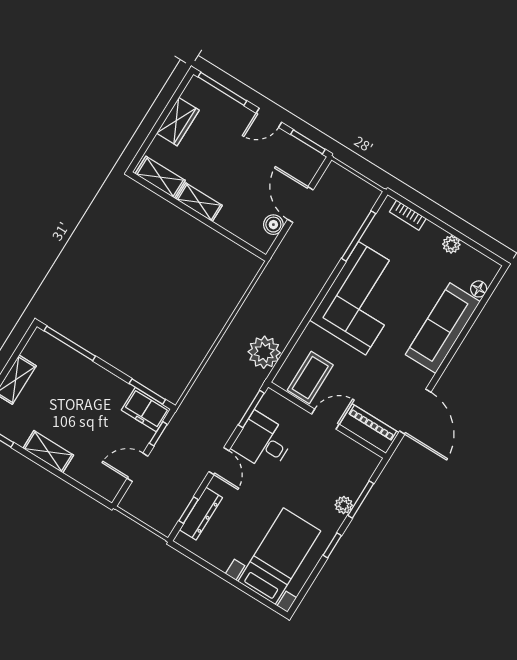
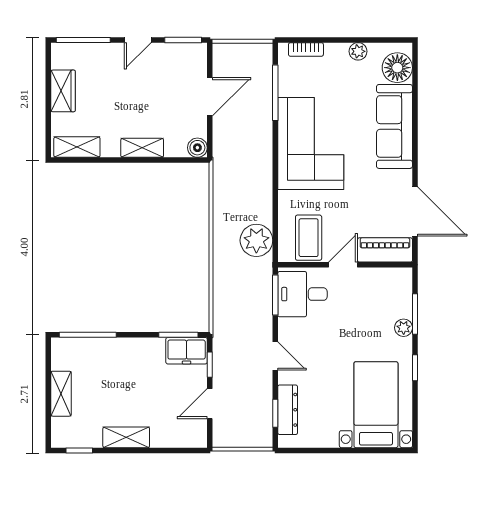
shelving: (199, 202) -> (142, 148), moved
door: (300, 205) -> (210, 97), swing flipped
boiler: (273, 225) -> (197, 148), moved
floor lamp: (479, 289) -> (397, 68), width x1.89, depth x1.89
desk: (263, 442) -> (302, 294), moved

